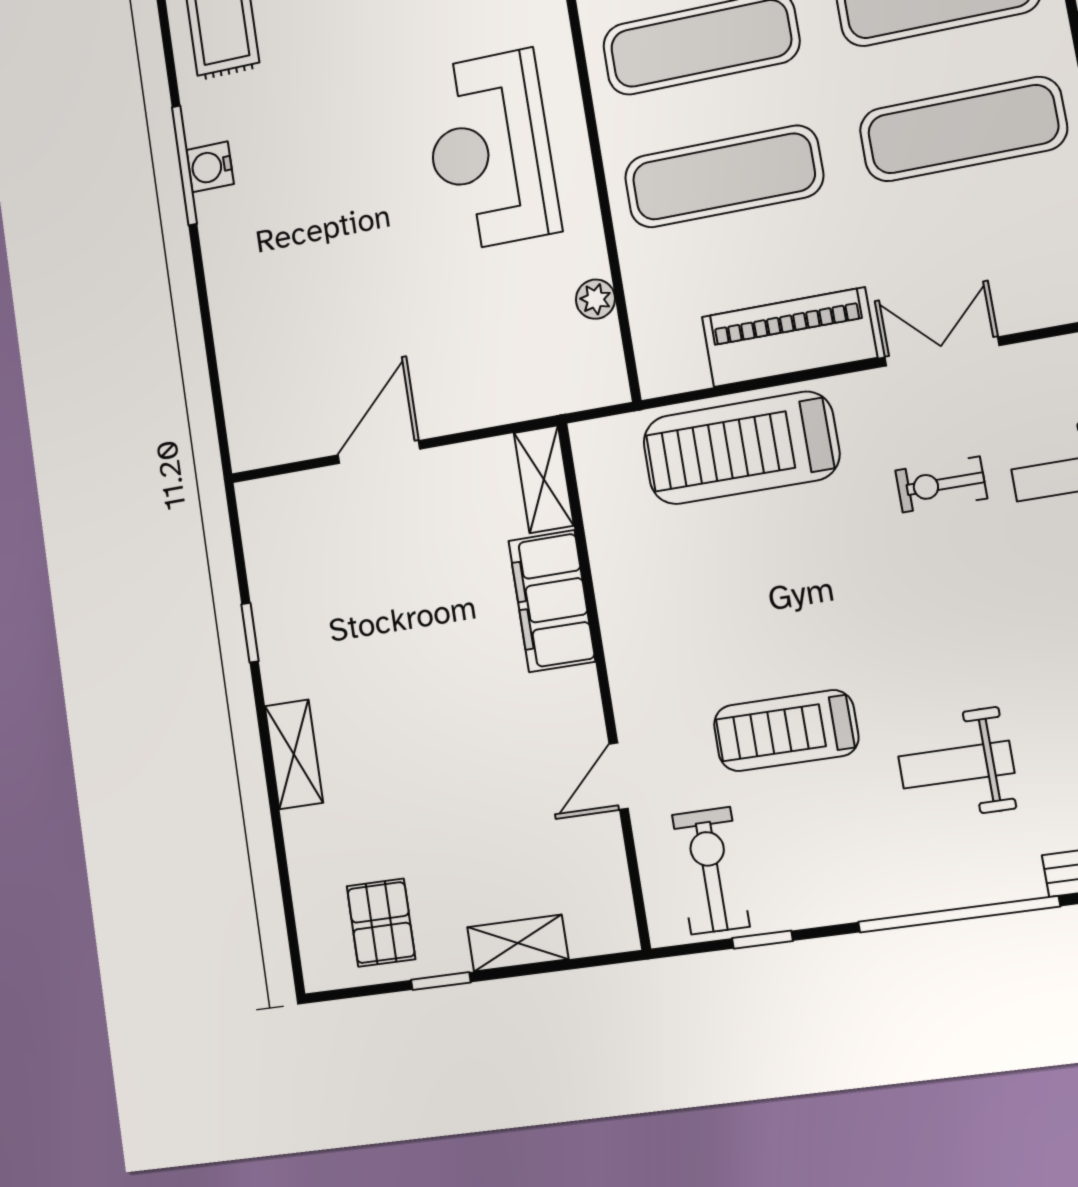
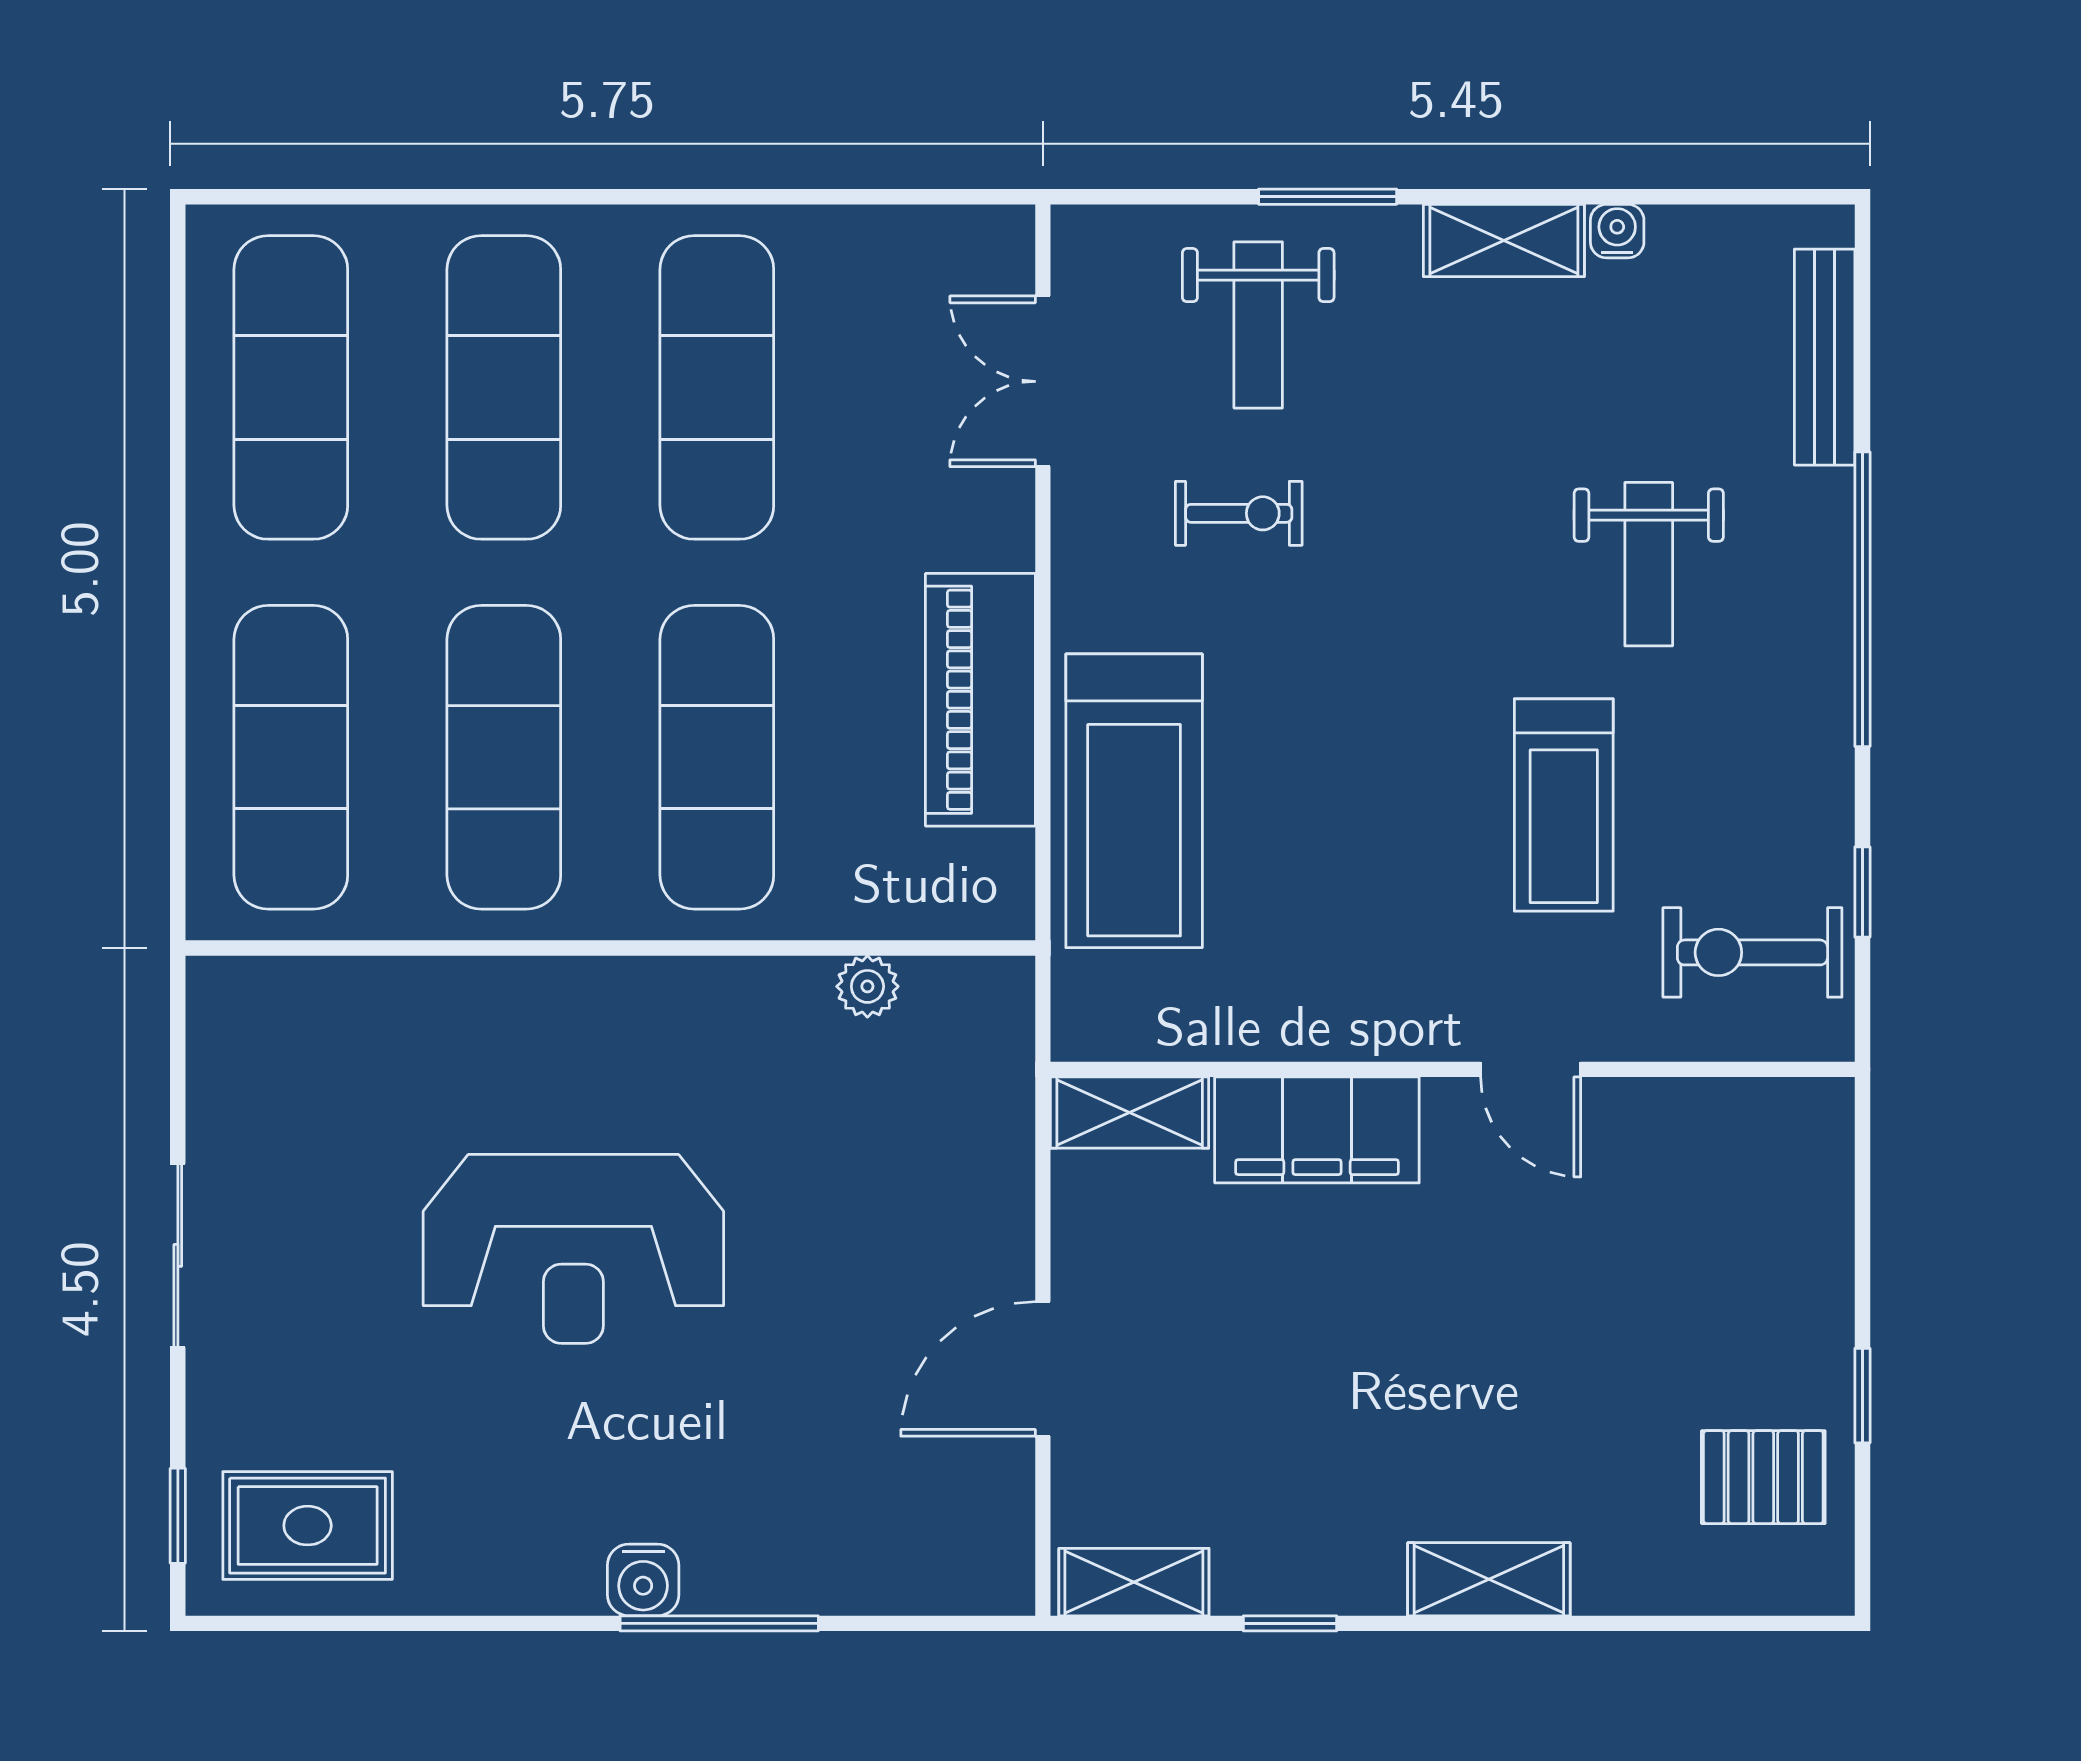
reception desk: (490, 150) -> (573, 1249), moved
window: (184, 165) -> (719, 1623), moved
water cooler: (210, 167) -> (643, 1580), moved
double door: (942, 351) -> (1043, 381), moved
door: (379, 452) -> (1043, 1369), hinge flipped
exercise bike: (941, 484) -> (1239, 513), turned -90
door: (619, 776) -> (1531, 1069), moved
shelving: (518, 943) -> (1134, 1582), moved, turned 90

